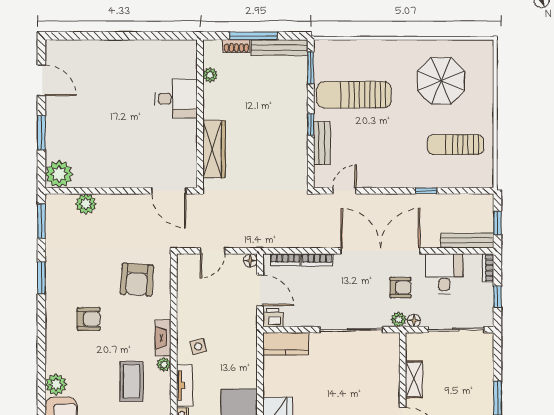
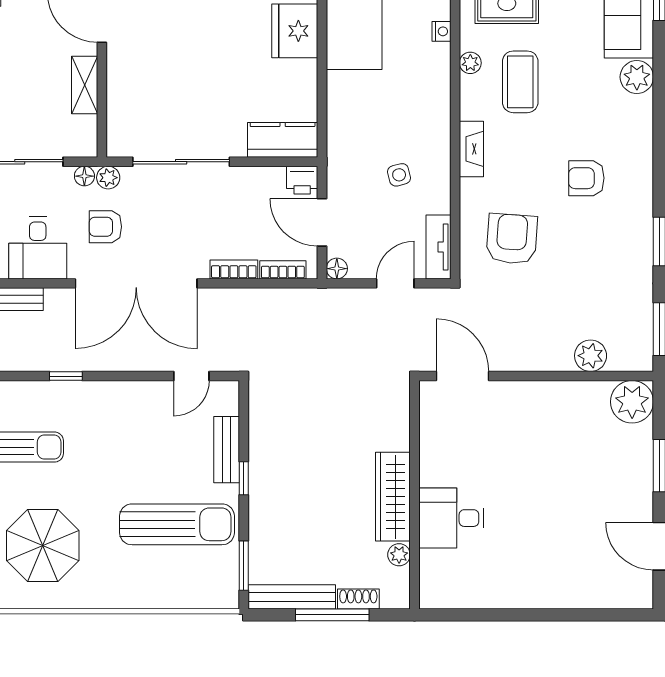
wardrobe: (214, 149) -> (393, 497), moved
side table: (198, 346) -> (399, 175), moved
plant: (164, 365) -> (470, 63), moved
tv unit: (184, 385) -> (438, 247), moved

